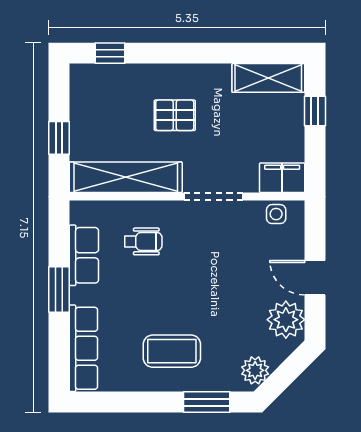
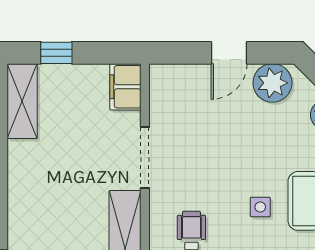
pallet: (175, 115) -> (61, 198), removed
side table: (276, 214) -> (260, 207), moved

